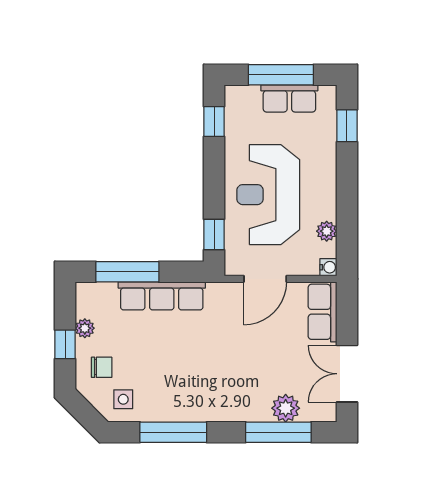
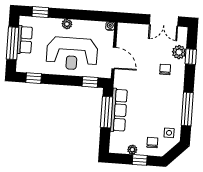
plant: (327, 231) -> (67, 24), moved
window: (127, 272) -> (107, 112), moved
row of seats: (322, 312) -> (132, 31), removed
chair: (249, 383) -> (165, 69), added
window: (278, 432) -> (191, 57), width x0.46

